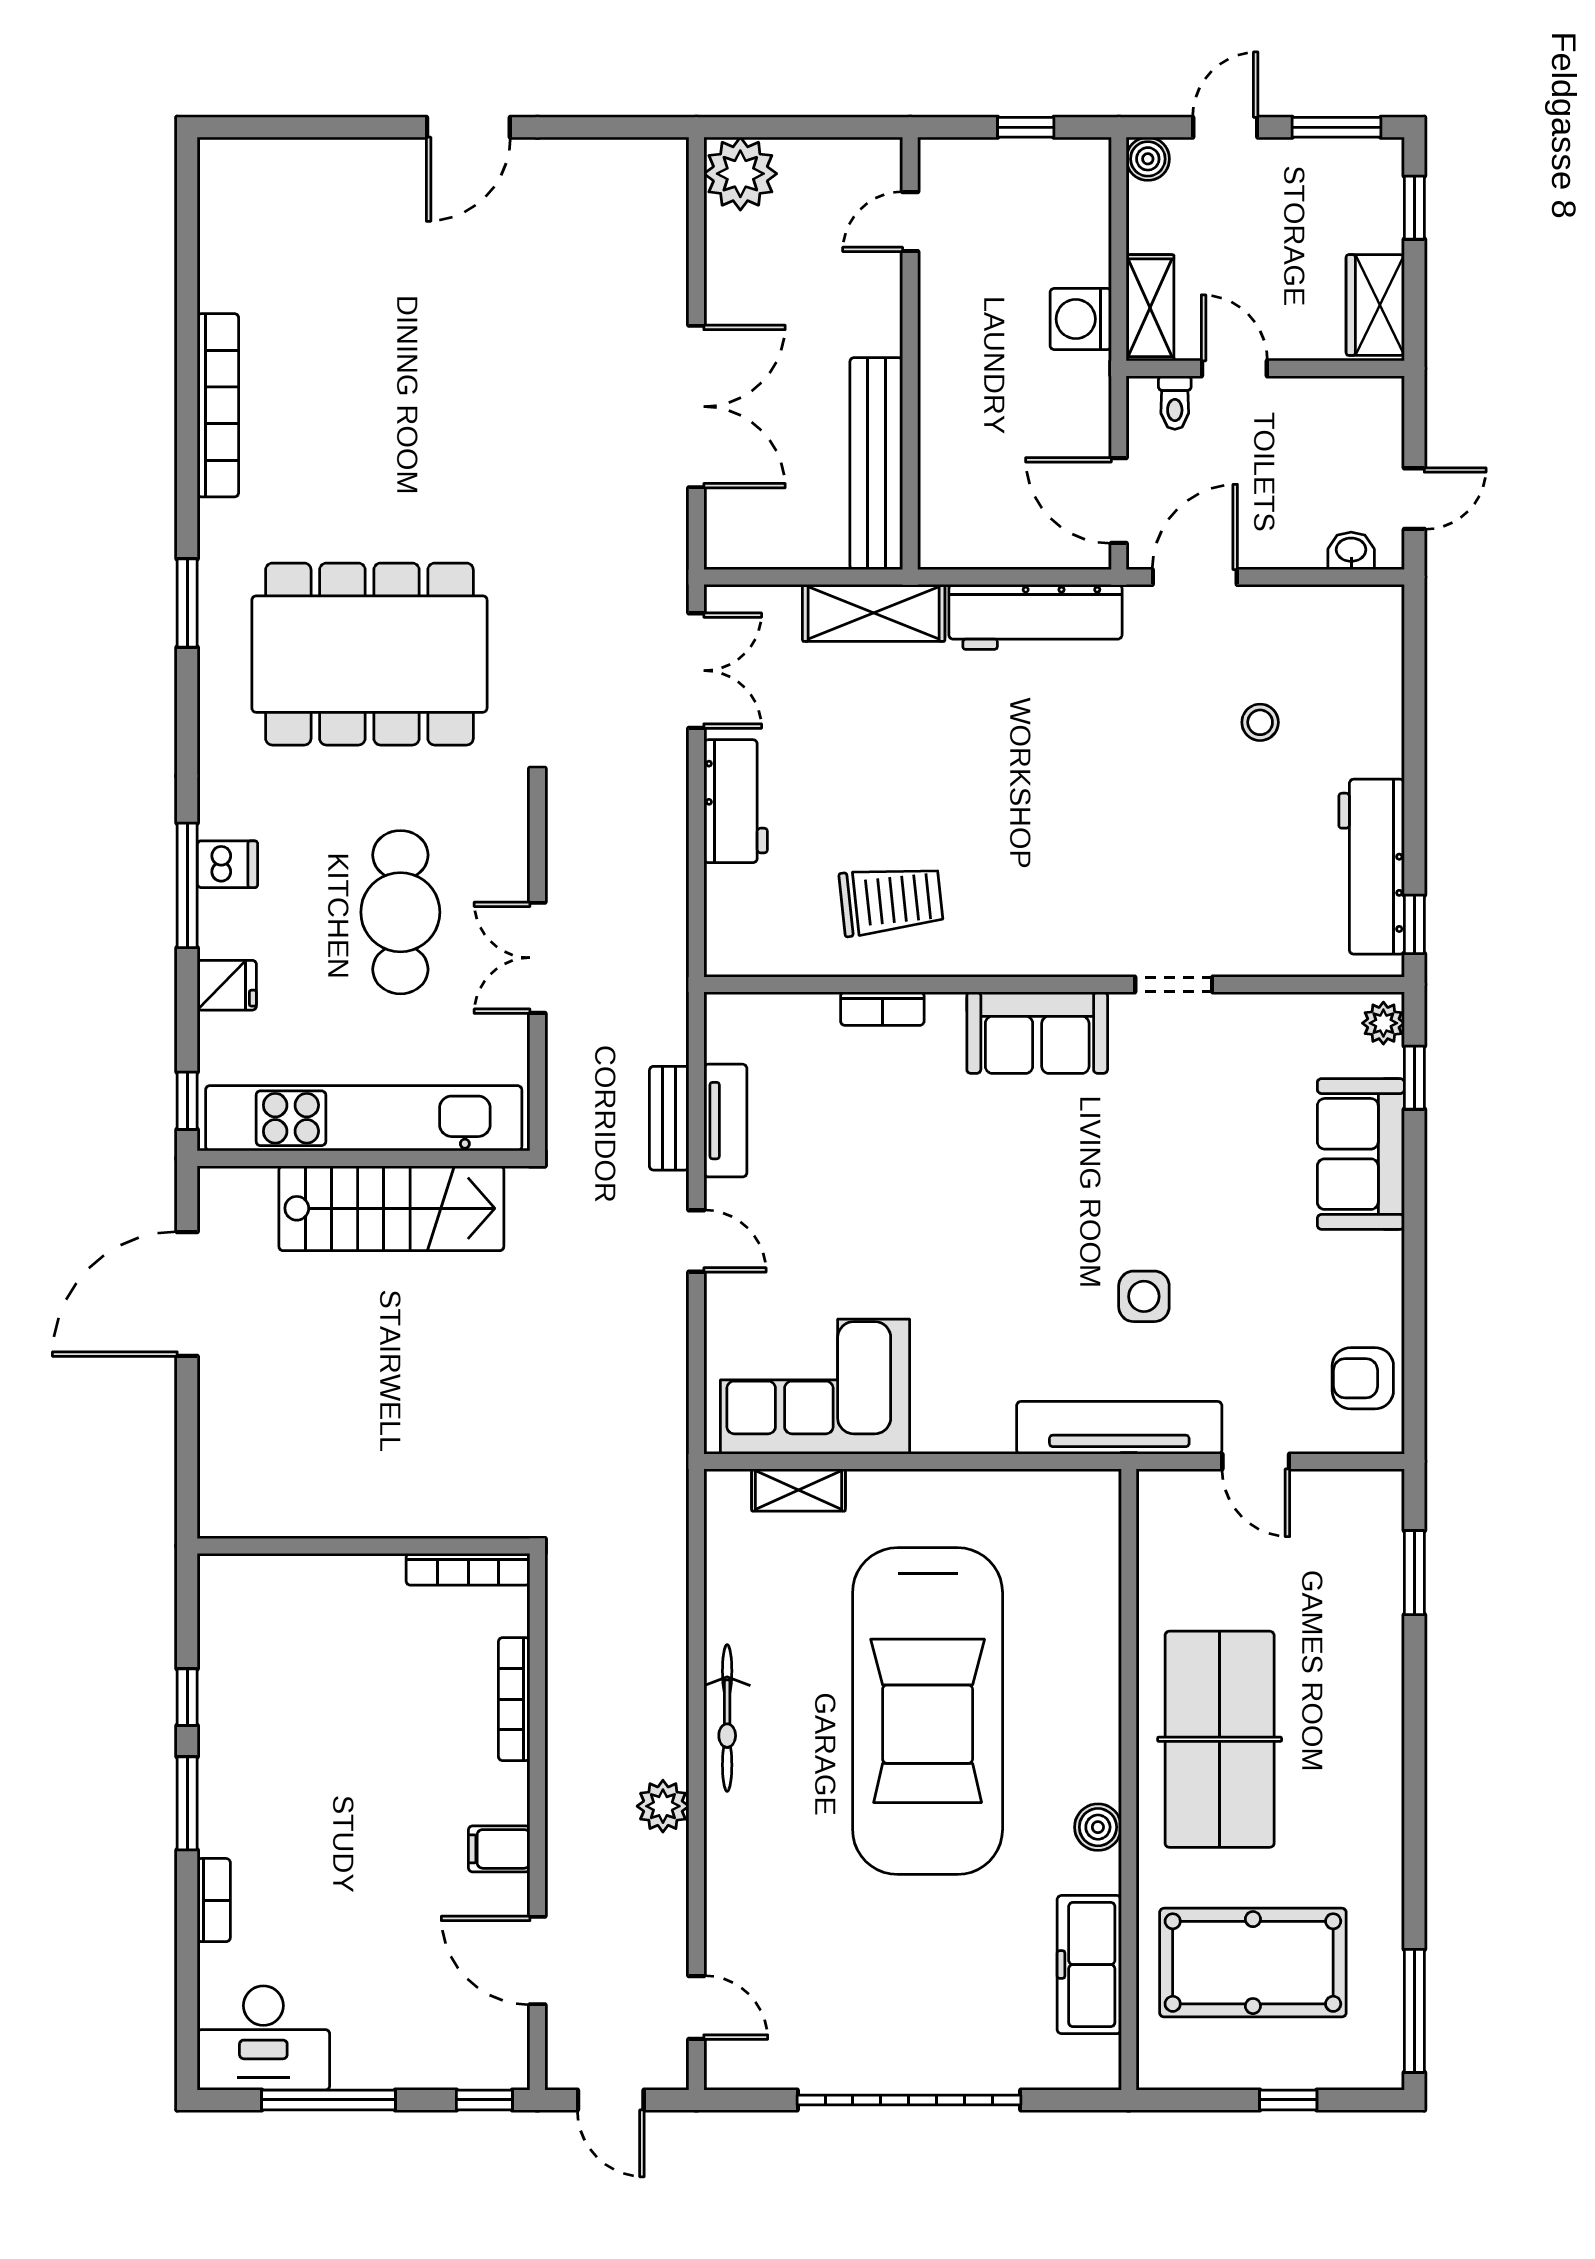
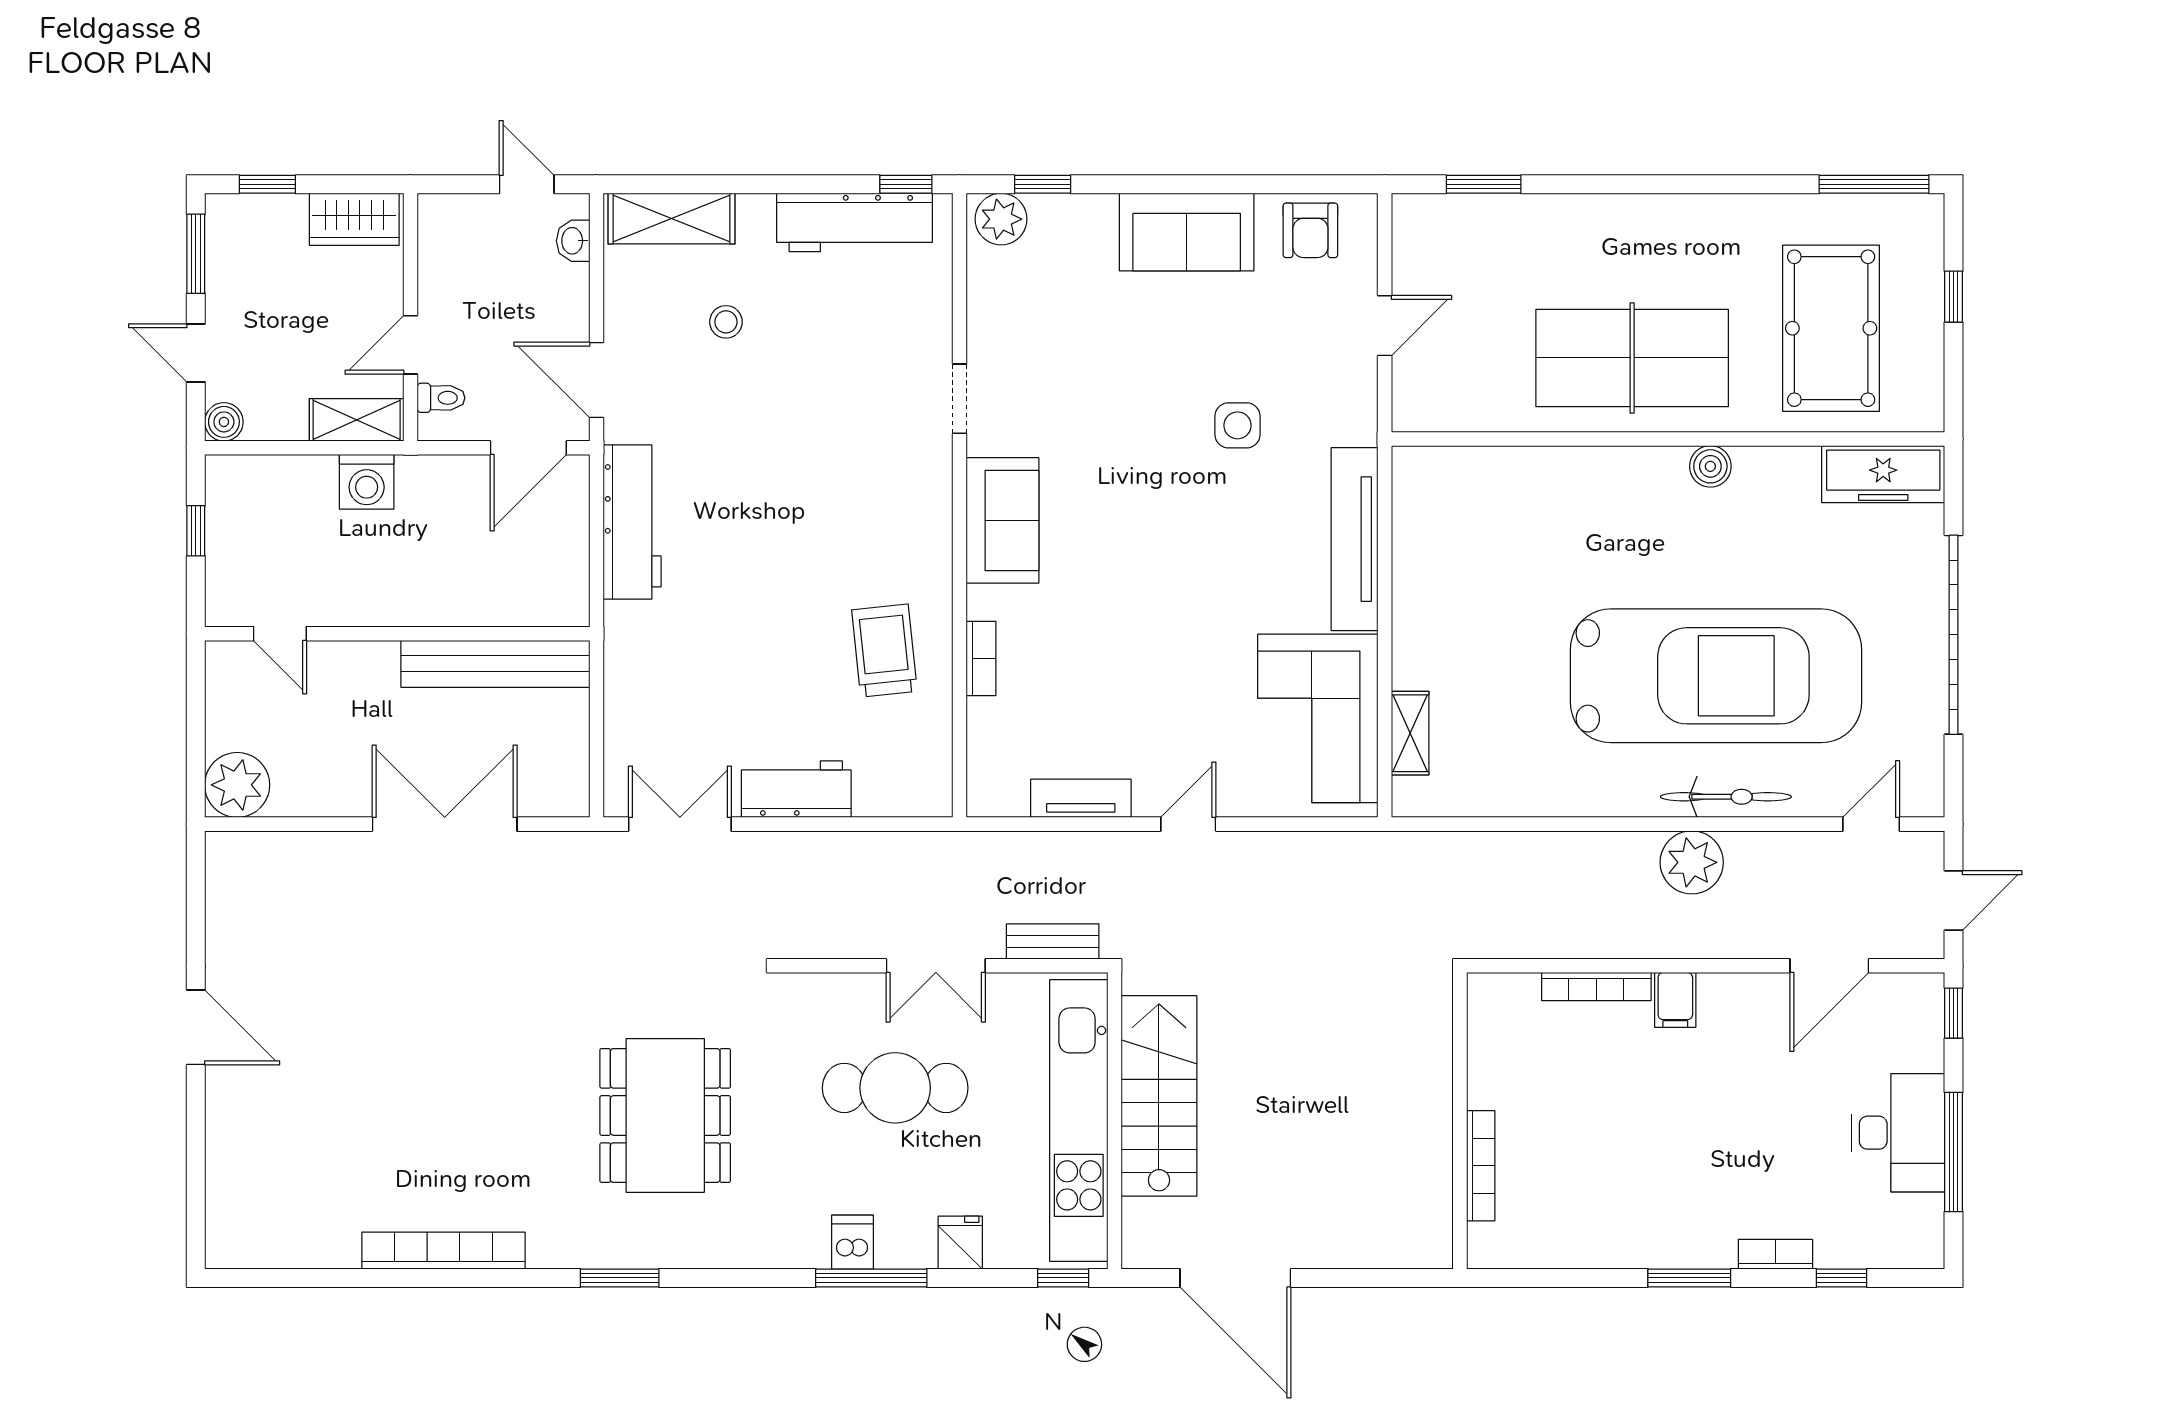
shelving: (874, 613) -> (671, 219), moved, turned 90
dining table: (369, 654) -> (665, 1115), width x0.73, depth x0.80
plant: (1383, 1023) -> (1001, 219), width x1.38, depth x1.38
bench: (669, 1118) -> (1053, 941), moved
sofa: (1361, 1154) -> (1187, 232), moved
tv unit: (1119, 1428) -> (1355, 539), moved
bookcase: (468, 1569) -> (1481, 1166), moved
window: (187, 1697) -> (1842, 1278), moved
car: (928, 1711) -> (1716, 676), moved
bicycle: (727, 1718) -> (1726, 797), moved
plant: (663, 1806) -> (1692, 862), width x1.36, depth x1.36
filing cabinet: (499, 1849) -> (1675, 1000), moved
freezer: (1089, 1965) -> (1883, 474), moved
desk: (263, 2038) -> (1898, 1133), moved

